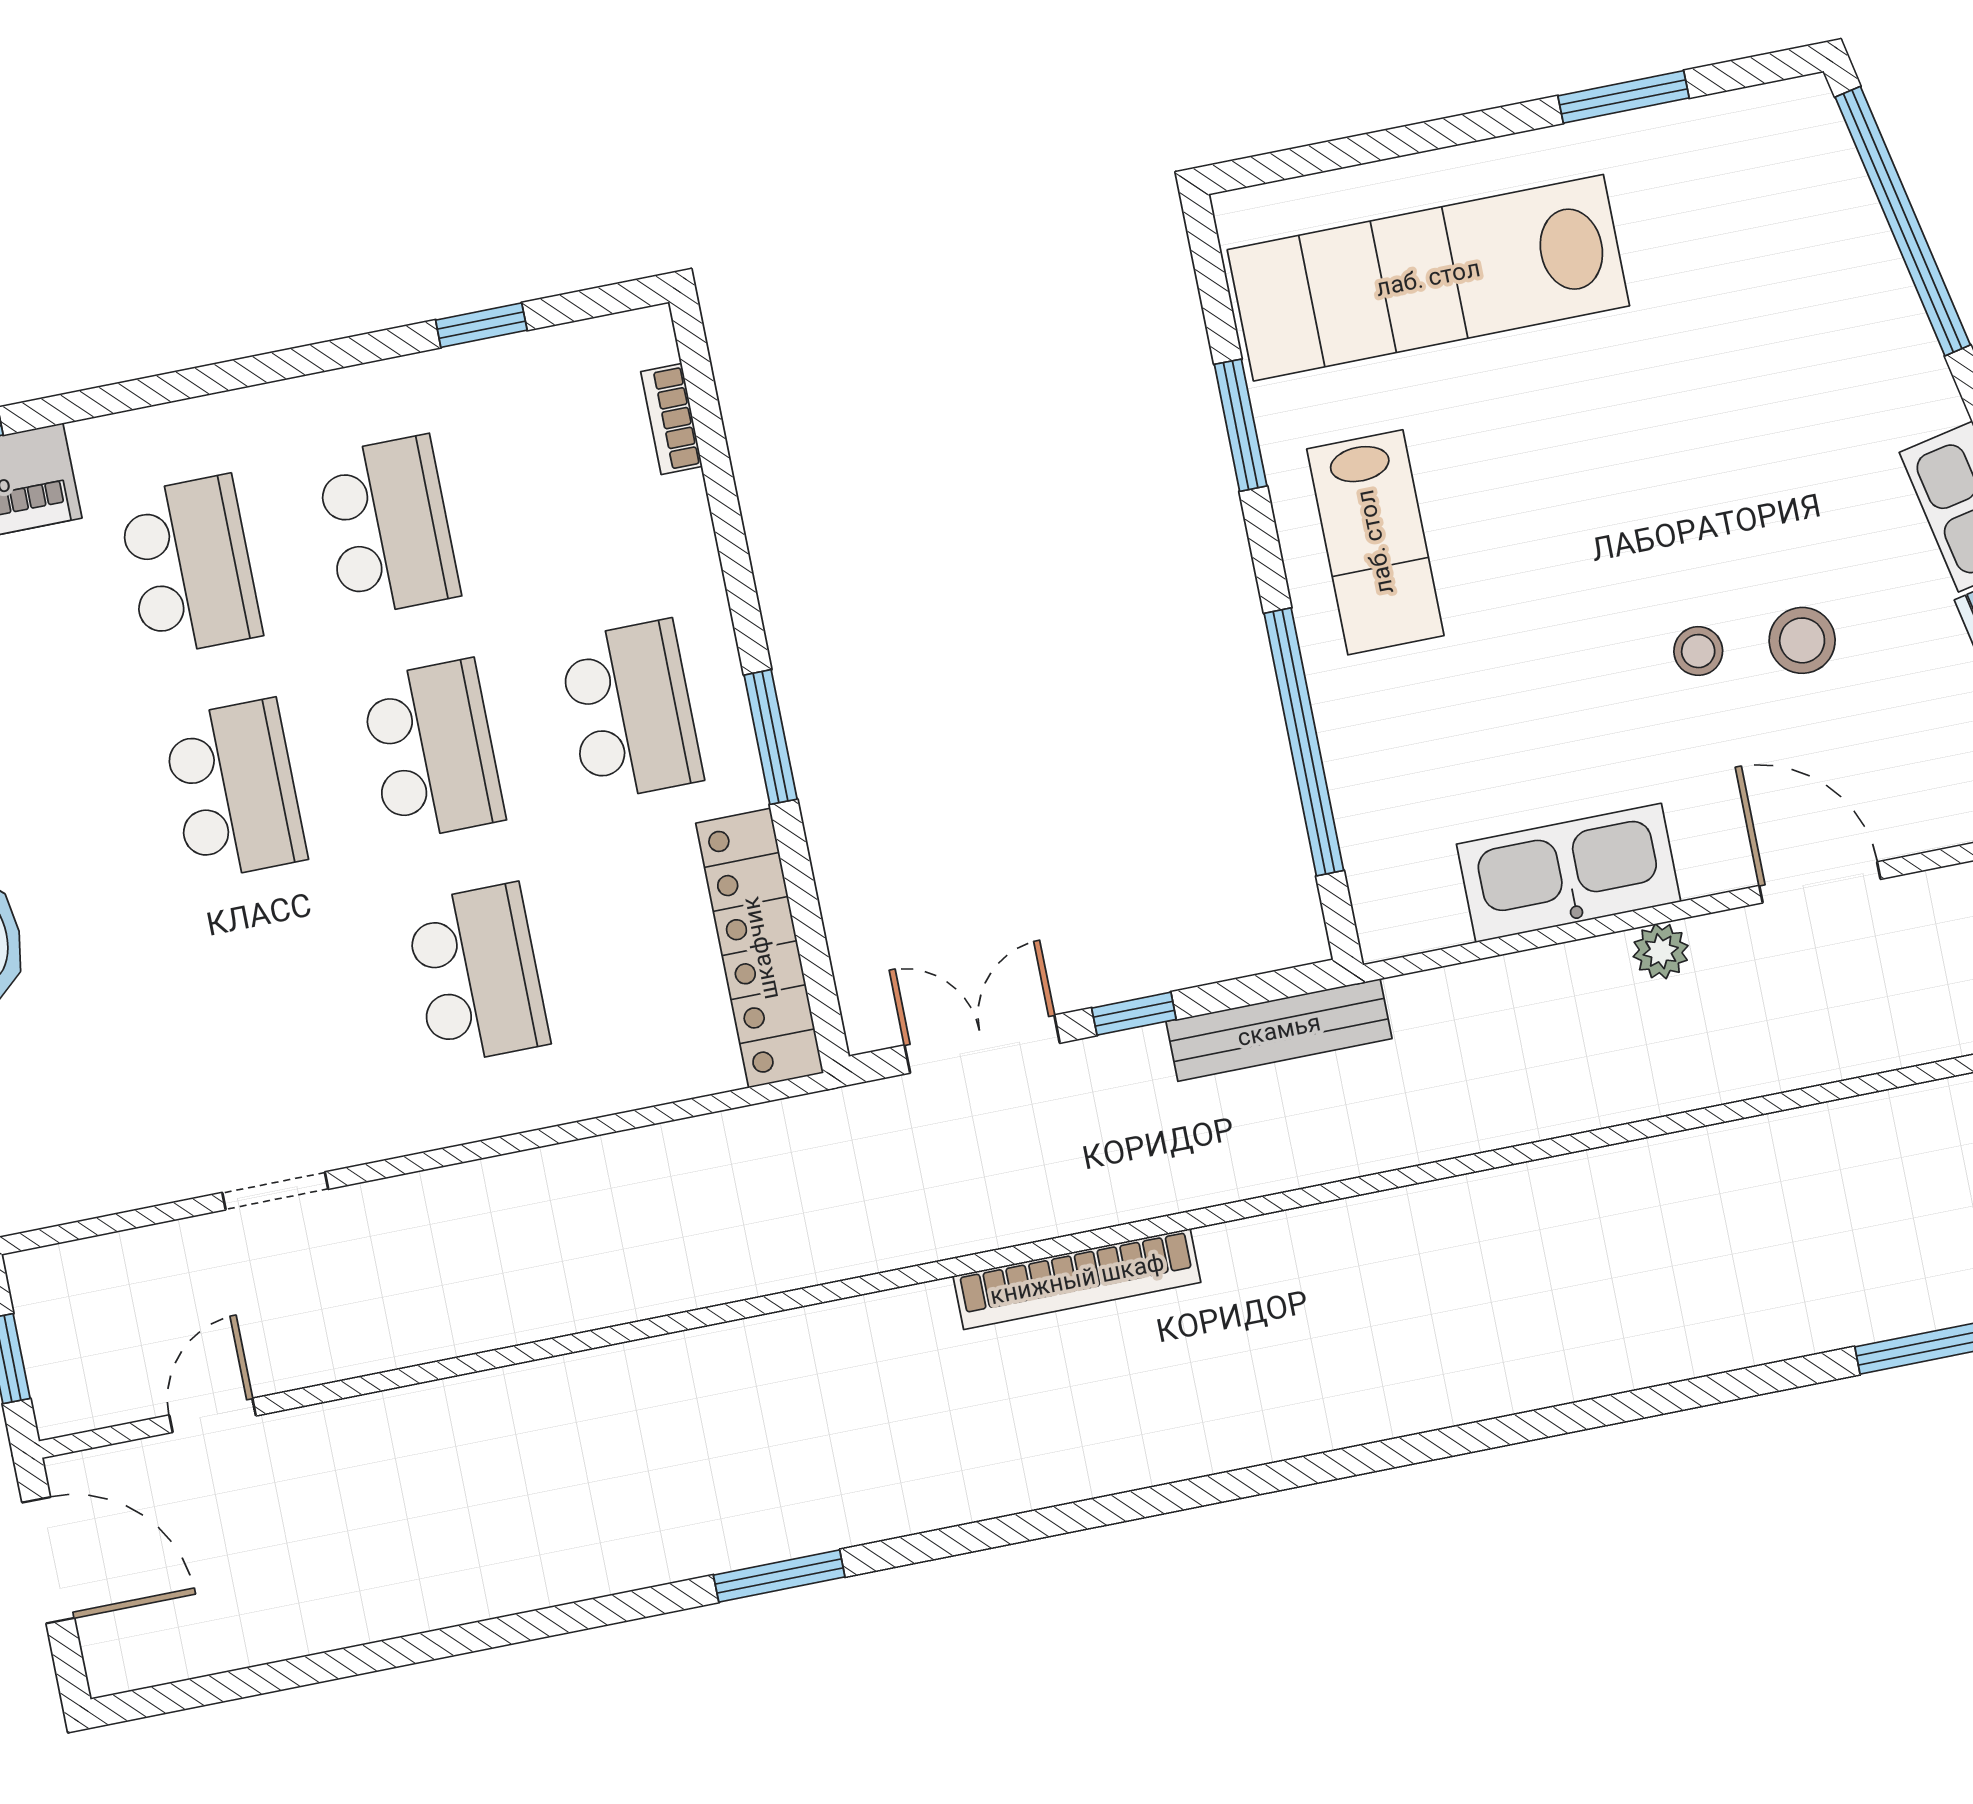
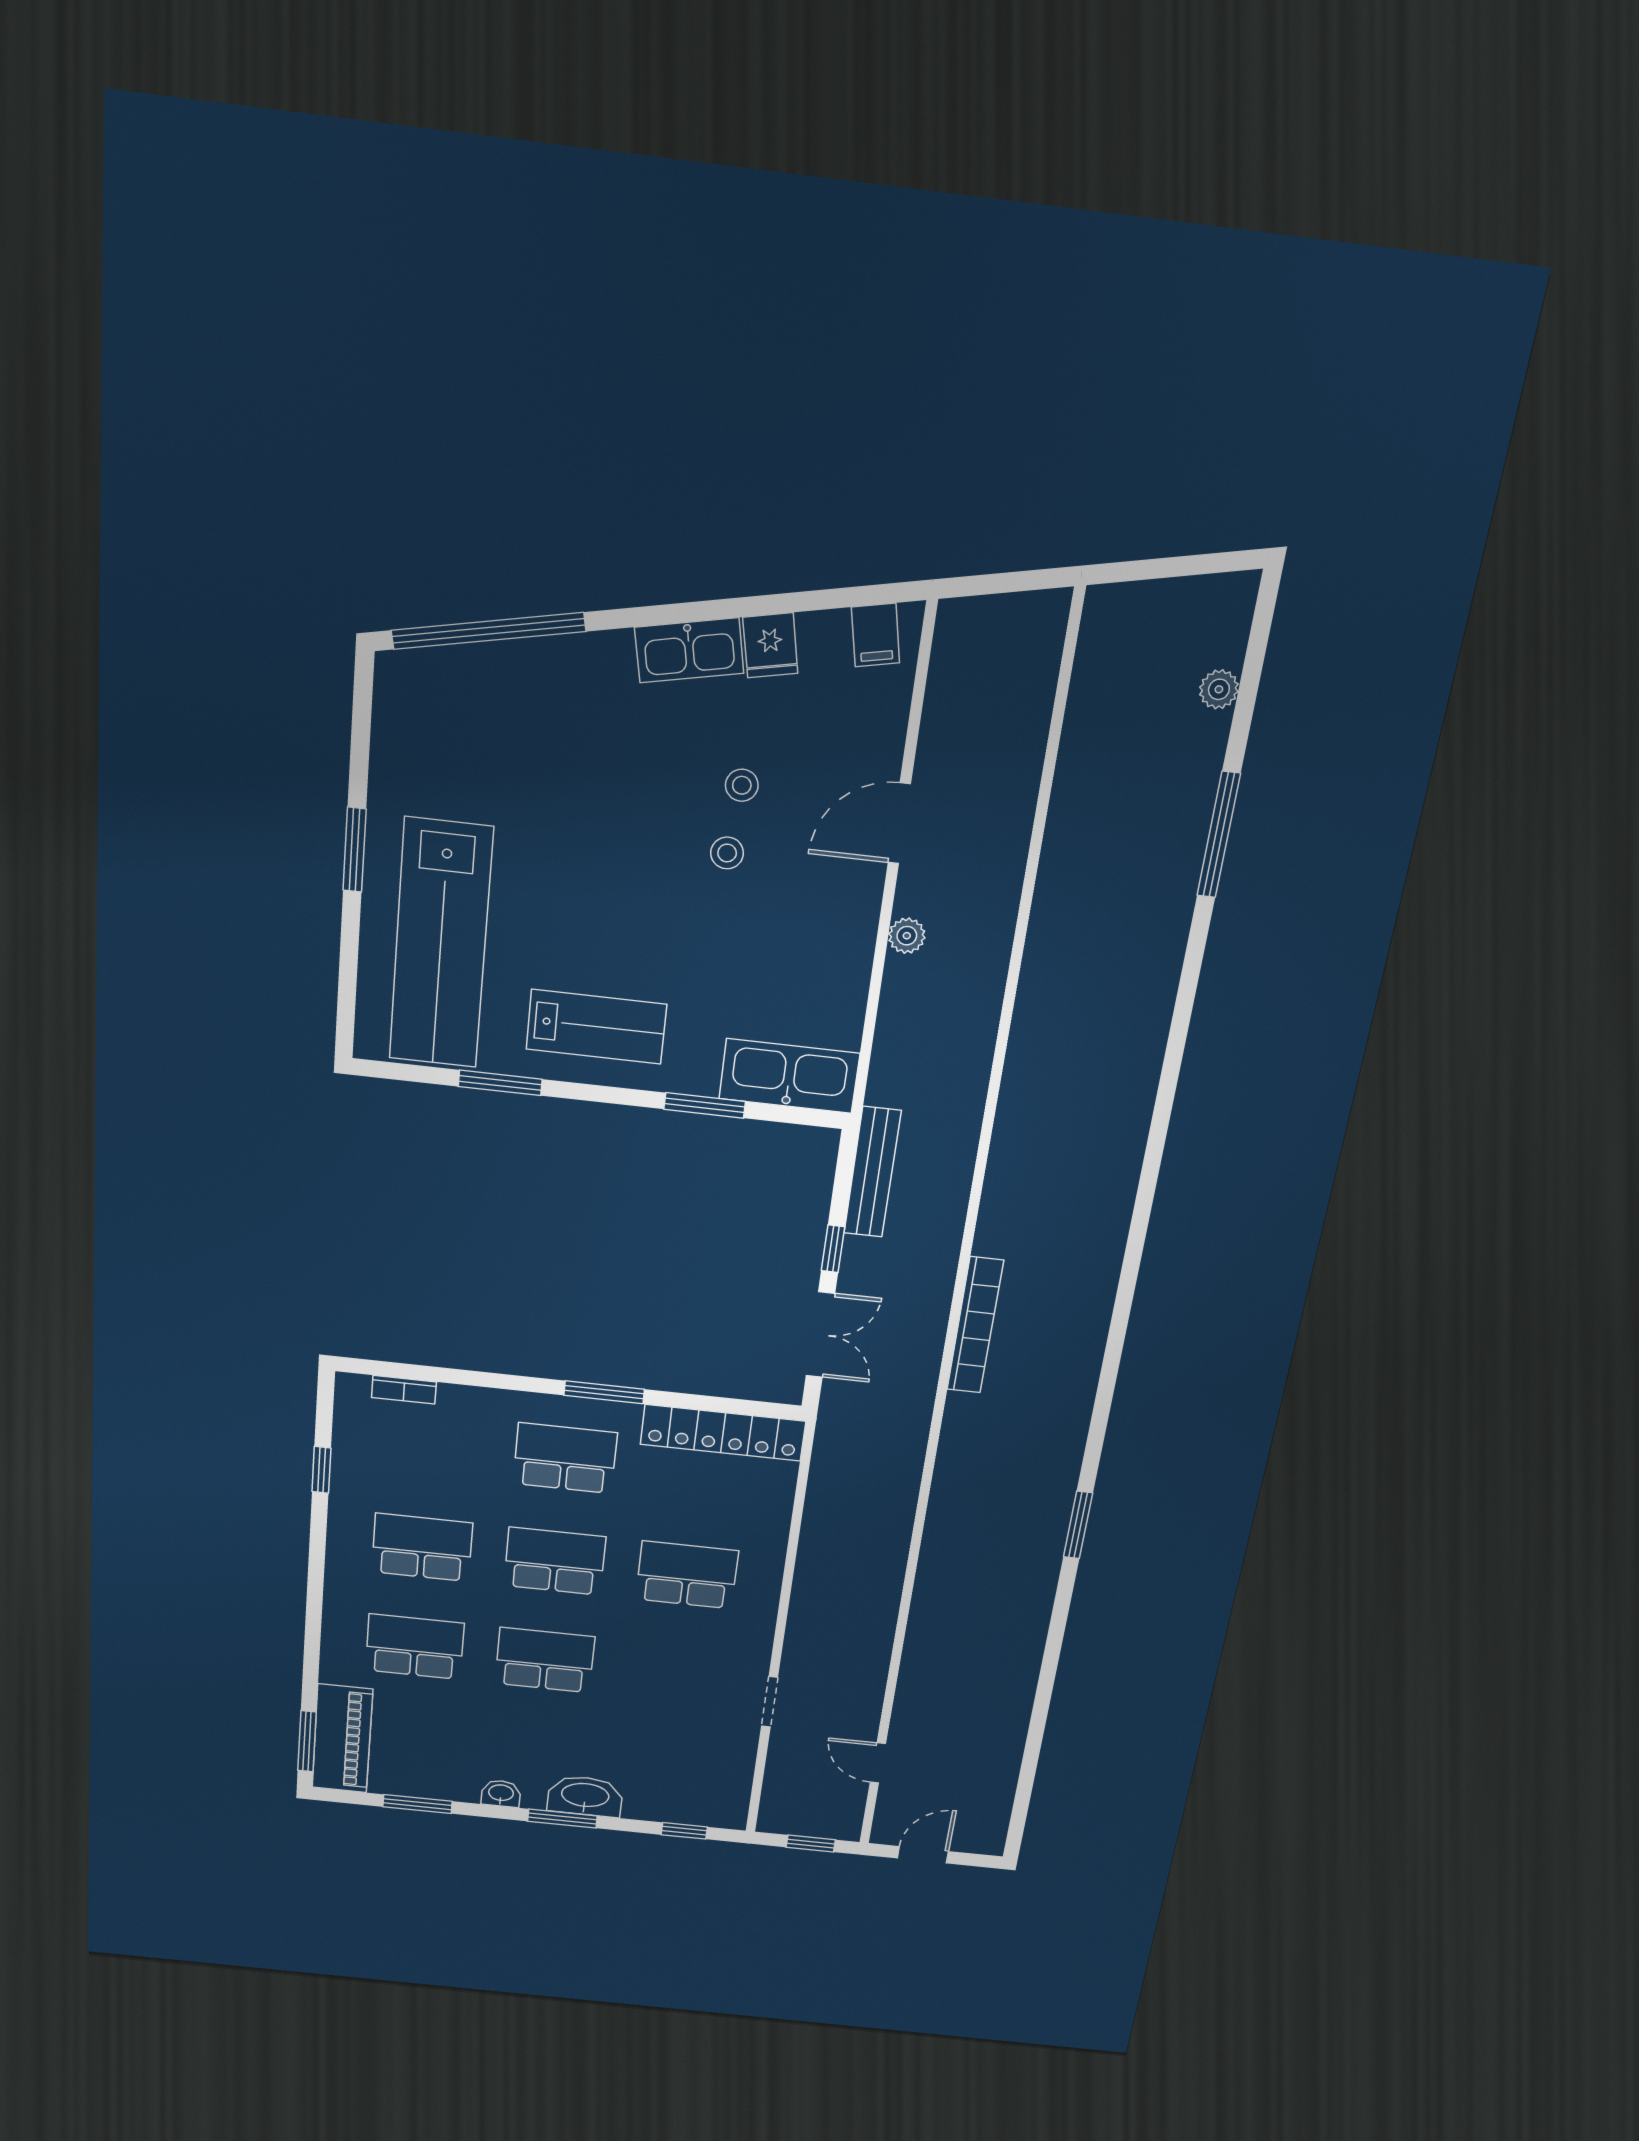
window: (1623, 97) -> (355, 850), moved
stool: (1802, 640) -> (742, 785), width x0.73, depth x0.73
window: (1304, 742) -> (705, 1105), width x0.47
kitchen sink: (1569, 873) -> (789, 1076), moved, turned 90
double door: (982, 1044) -> (820, 1335), swing flipped
door: (48, 1560) -> (923, 1855), width x0.73

